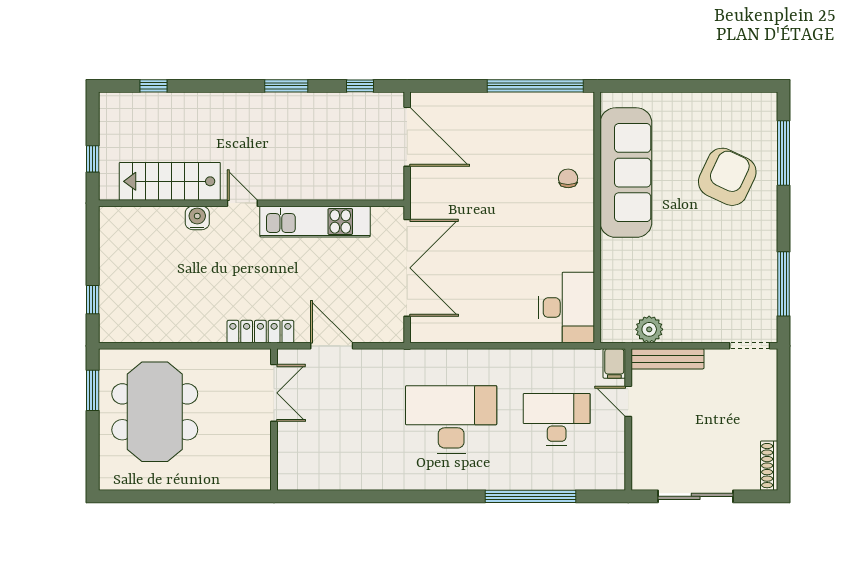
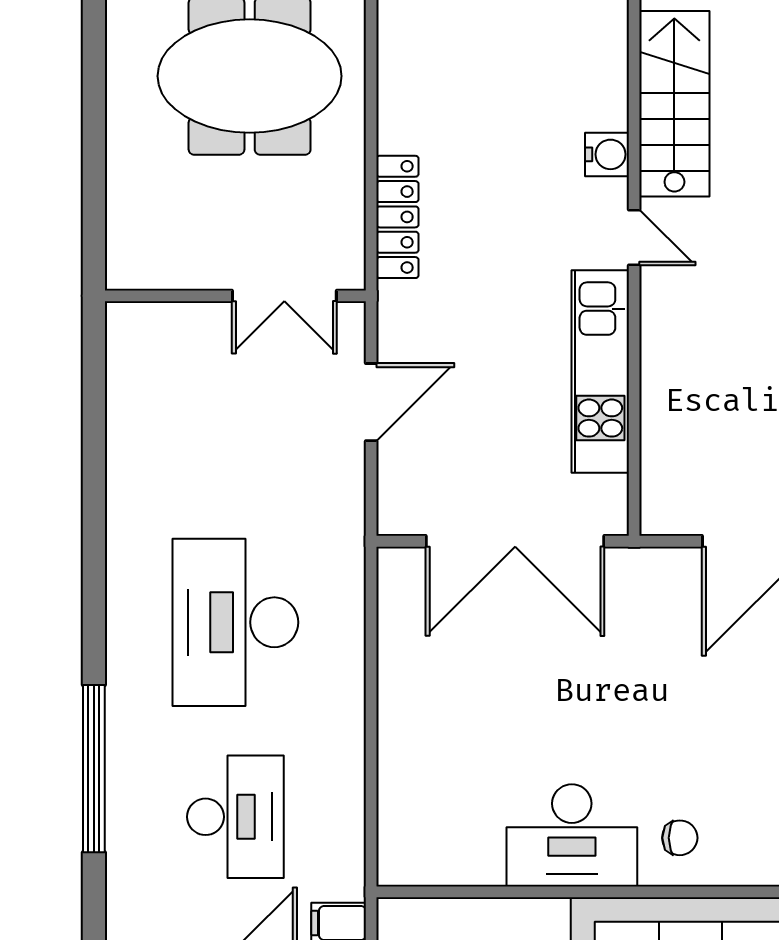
door: (242, 203) -> (634, 238), hinge flipped
desk: (567, 308) -> (572, 835), moved
locker: (260, 332) -> (397, 217), moved
desk: (451, 420) -> (235, 622), turned 180

